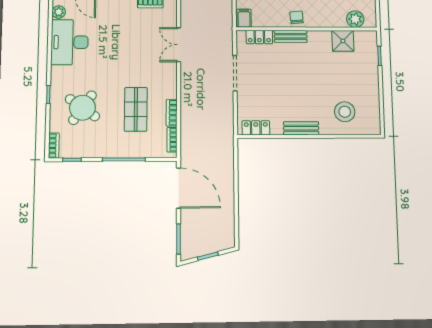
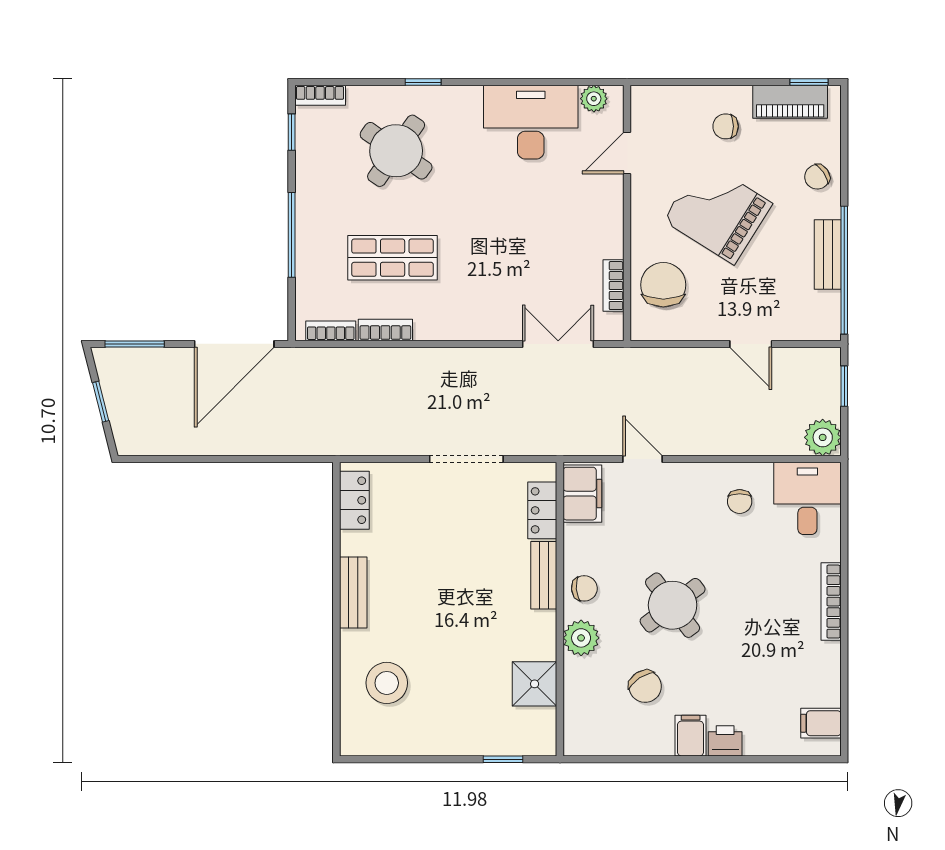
filing cabinet: (244, 18) -> (582, 494), width x2.00
plant: (355, 19) -> (581, 638), moved
double door: (179, 45) -> (558, 344), moved

